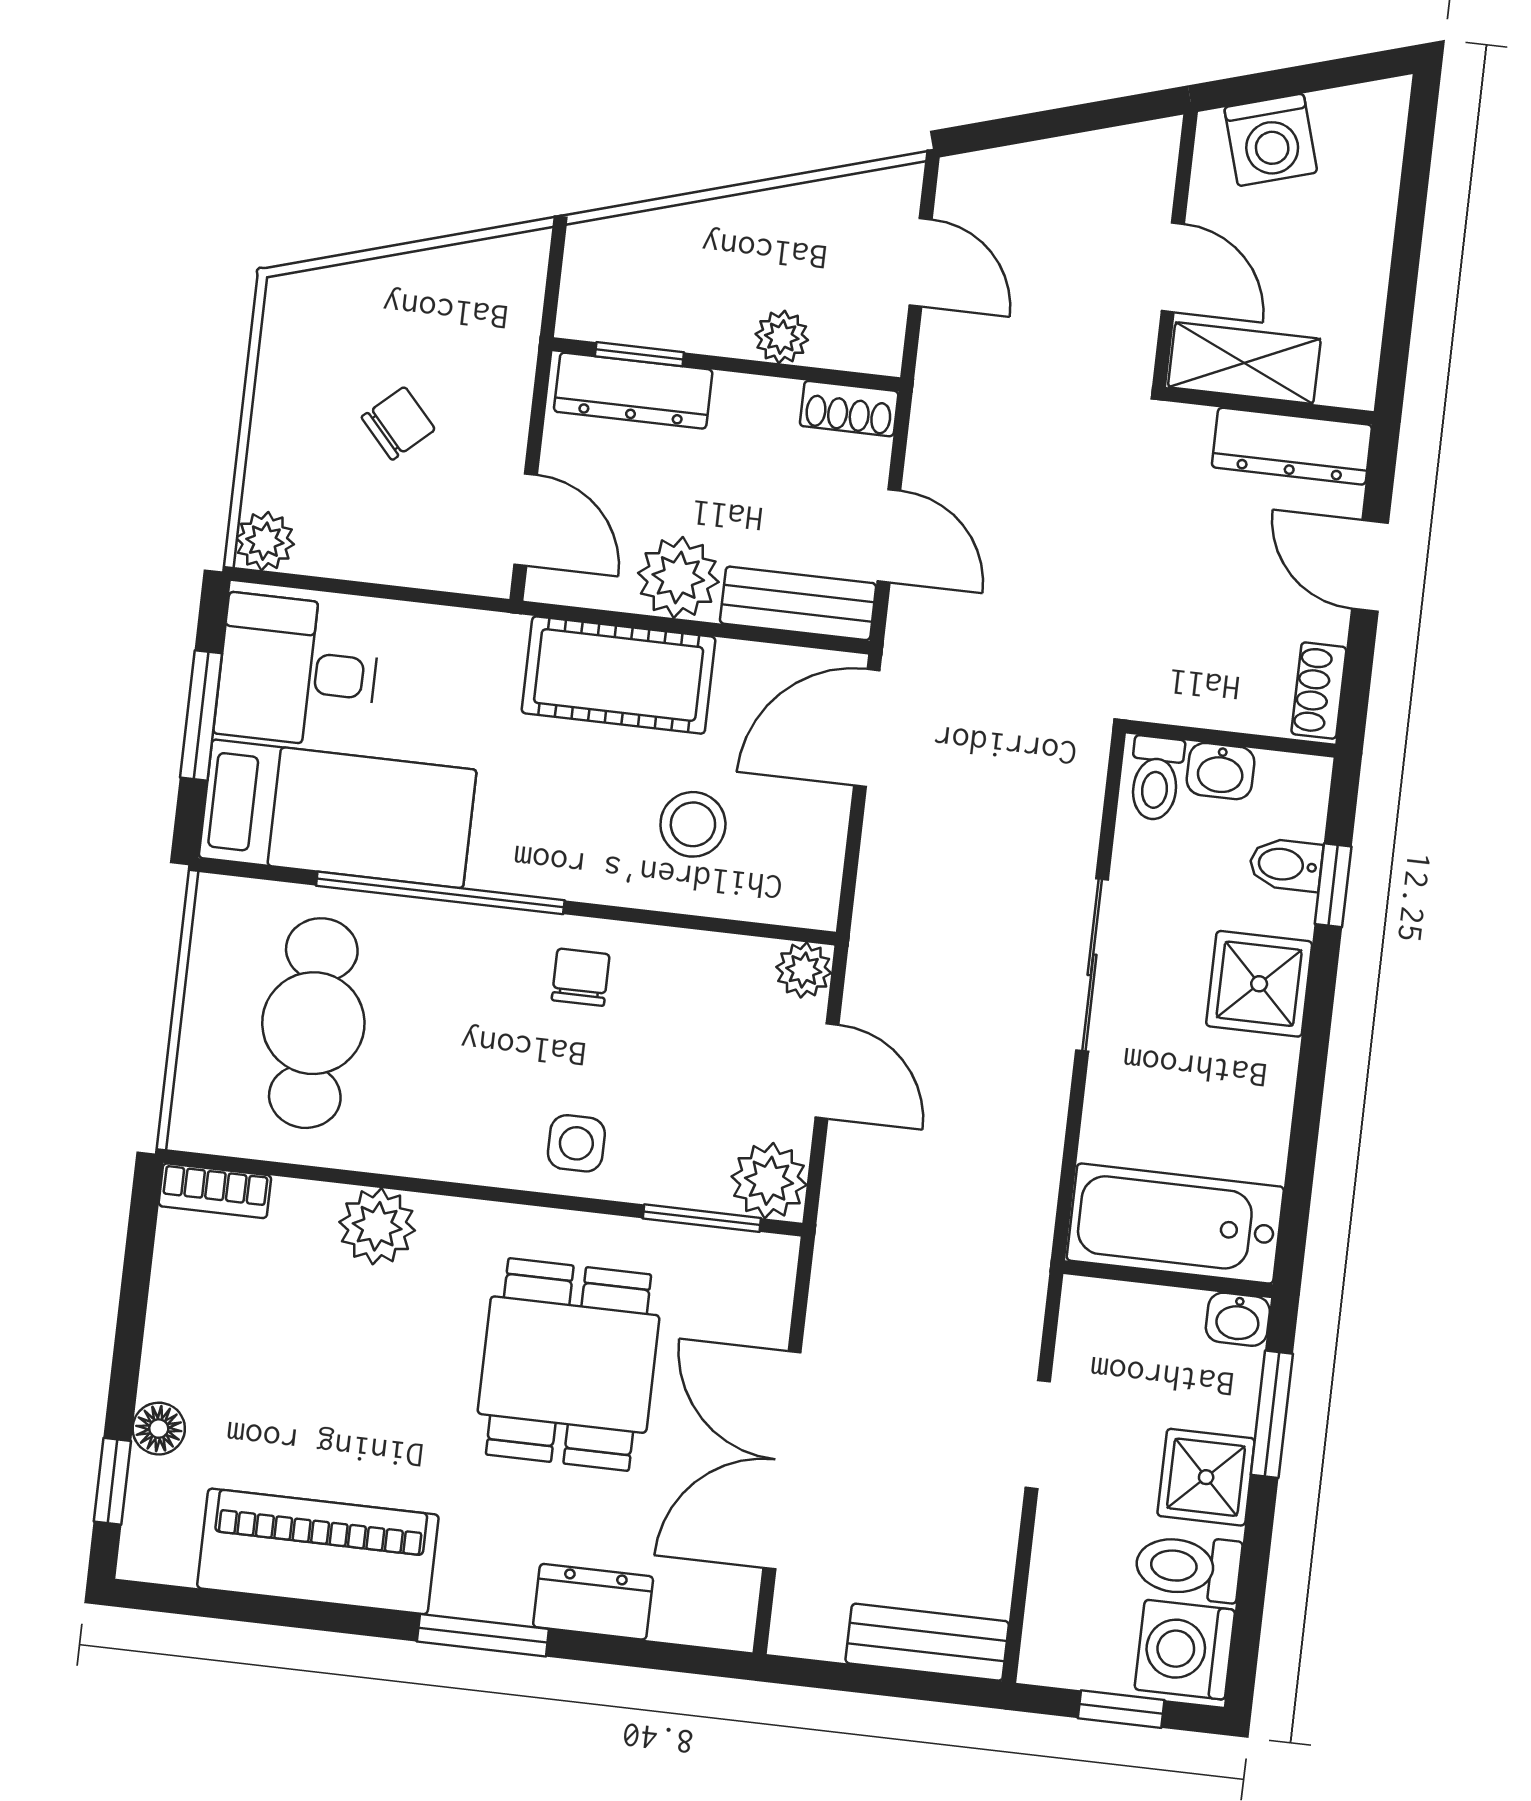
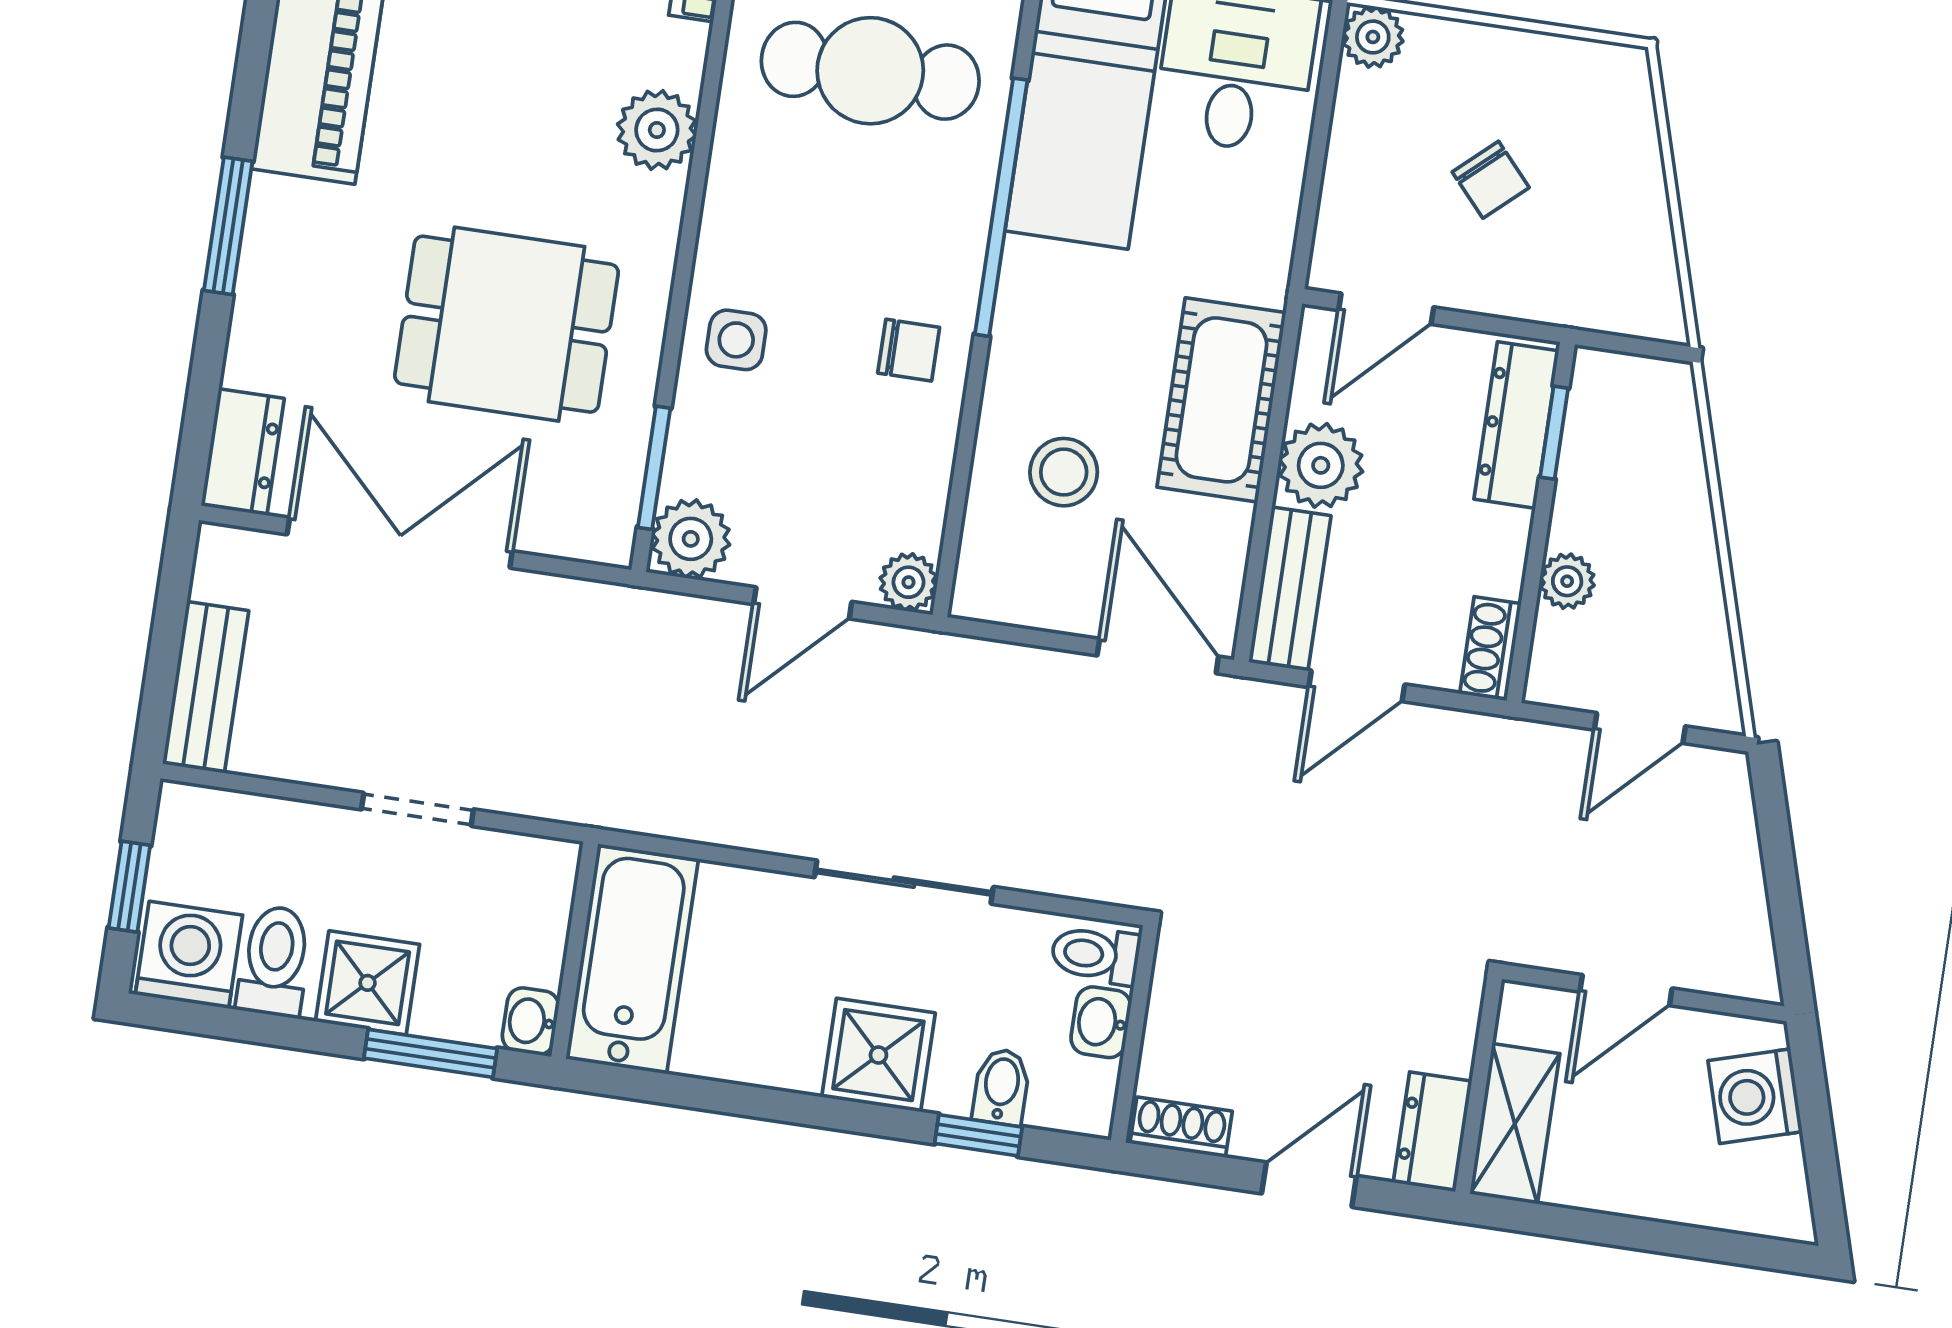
shelving: (1244, 363) -> (1515, 1124), moved
dresser: (1292, 446) -> (1432, 1132), width x0.70
dresser: (593, 1602) -> (243, 452), moved

